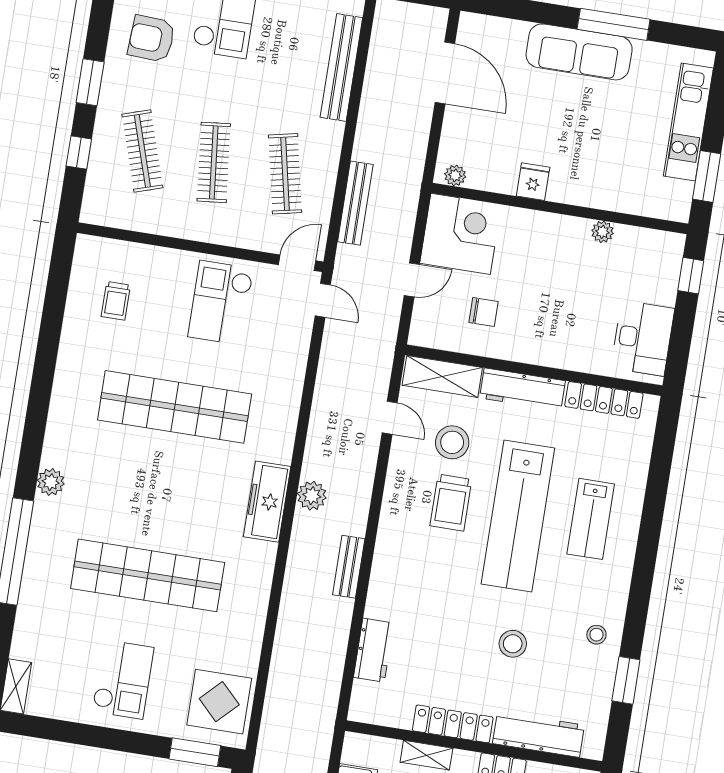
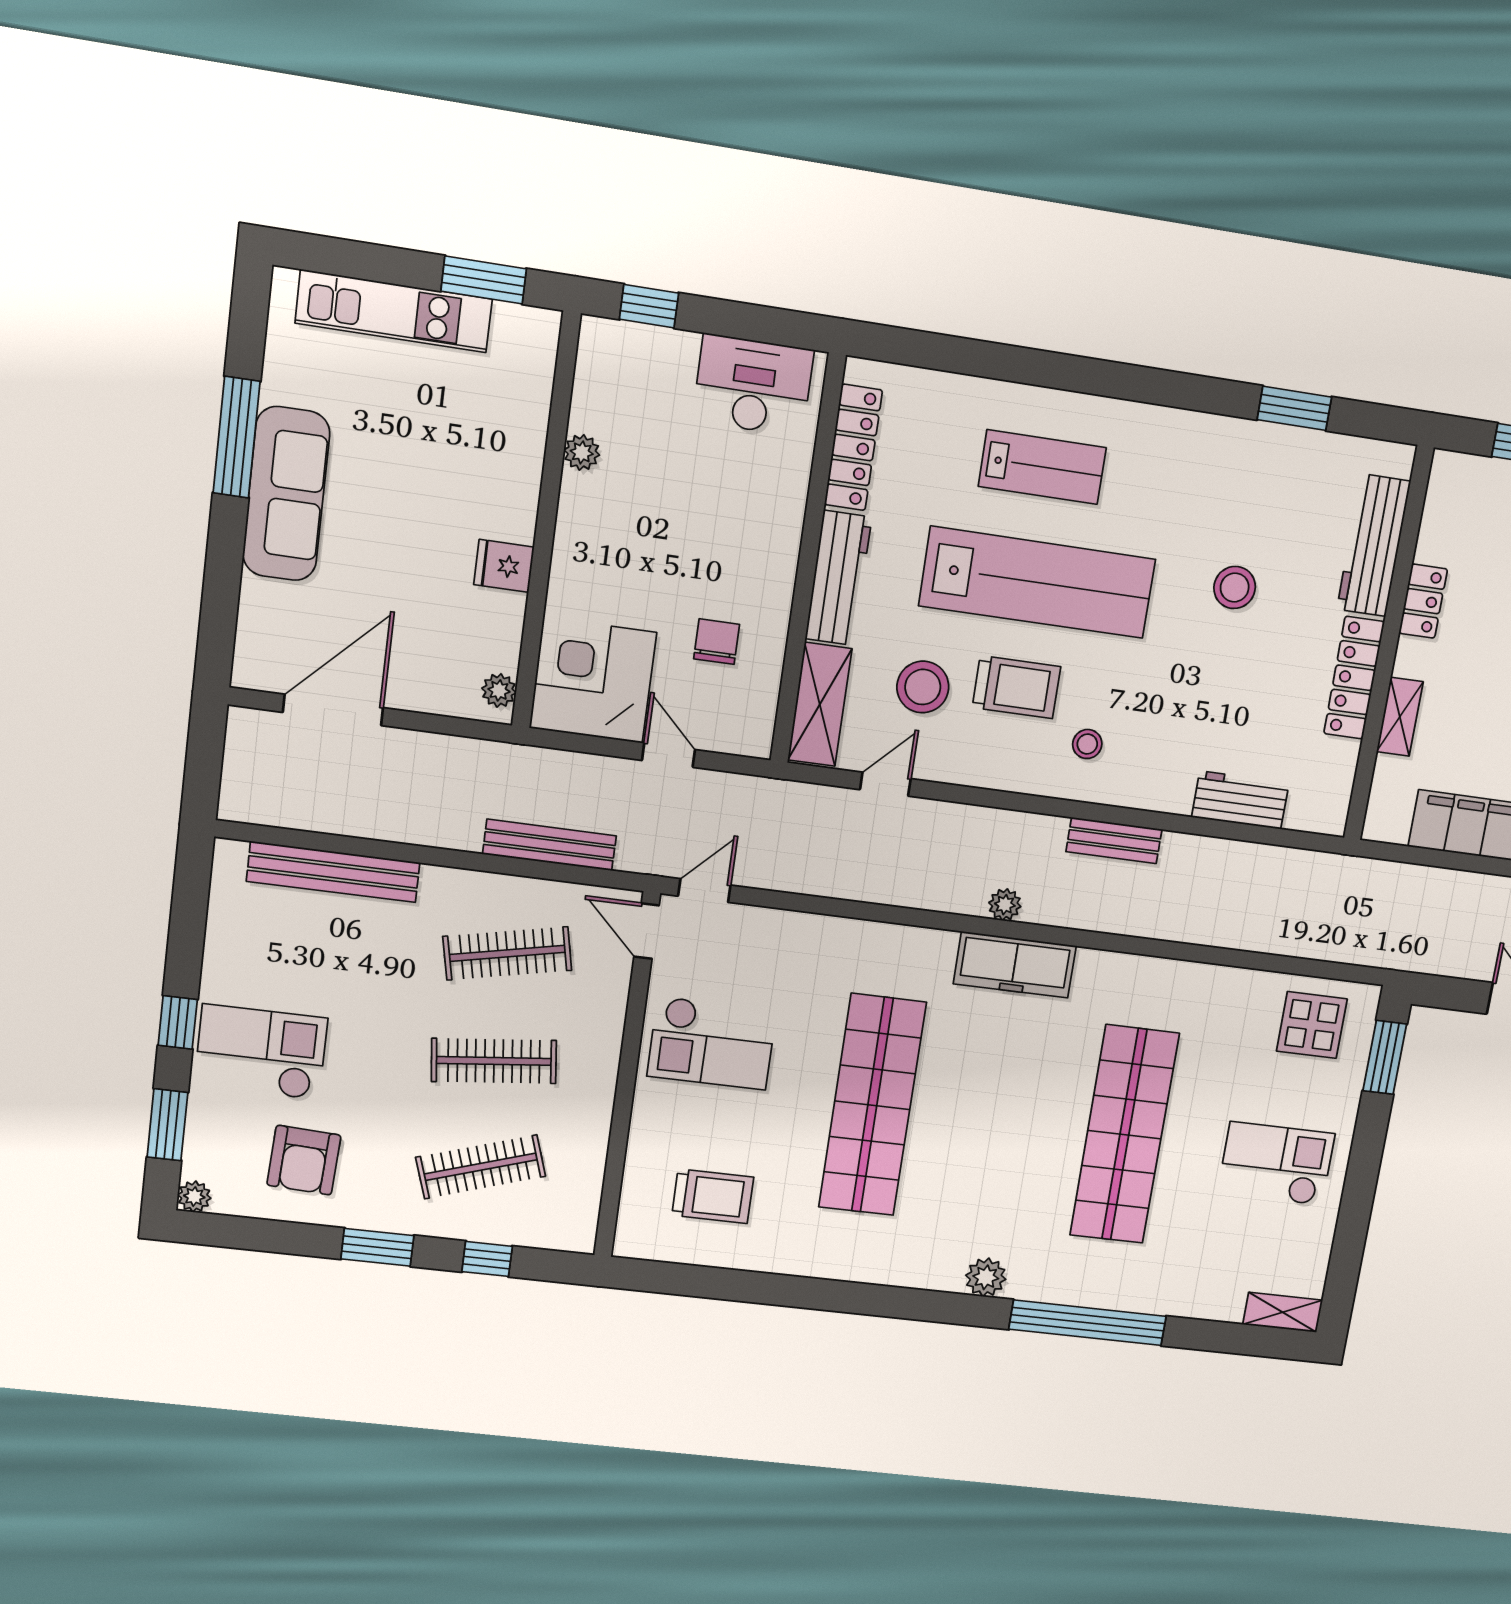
trolley: (116, 301) -> (713, 1196), width x1.36, depth x1.39
plant: (312, 496) -> (1005, 905), width x0.73, depth x0.73
stool: (596, 635) -> (1087, 744), moved
display table: (219, 702) -> (1312, 1025), width x0.73, depth x0.73

